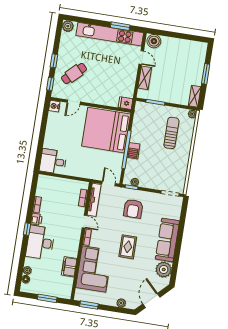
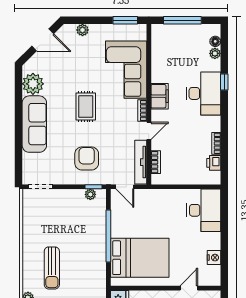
nightstand: (54, 106) -> (214, 258), moved
bed: (106, 130) -> (140, 258), width x0.73
barbecue: (133, 151) -> (99, 236), removed
desk: (53, 161) -> (204, 210), width x1.37
printer: (36, 219) -> (214, 163), moved
door: (85, 222) -> (149, 131), swing flipped
window: (27, 229) -> (224, 82), moved
filing cabinet: (69, 267) -> (160, 96), moved
window: (47, 298) -> (182, 20), width x1.44
door: (151, 300) -> (43, 40), hinge flipped

